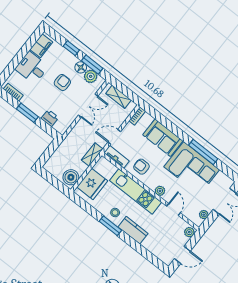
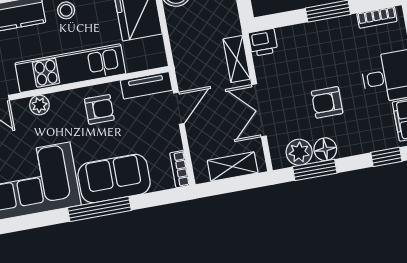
window: (71, 48) -> (386, 157), moved
armchair: (62, 82) -> (327, 102), turned 90
printer: (50, 118) -> (263, 42), moved
window: (203, 152) -> (99, 209), moved
shelving: (92, 154) -> (237, 59), moved

